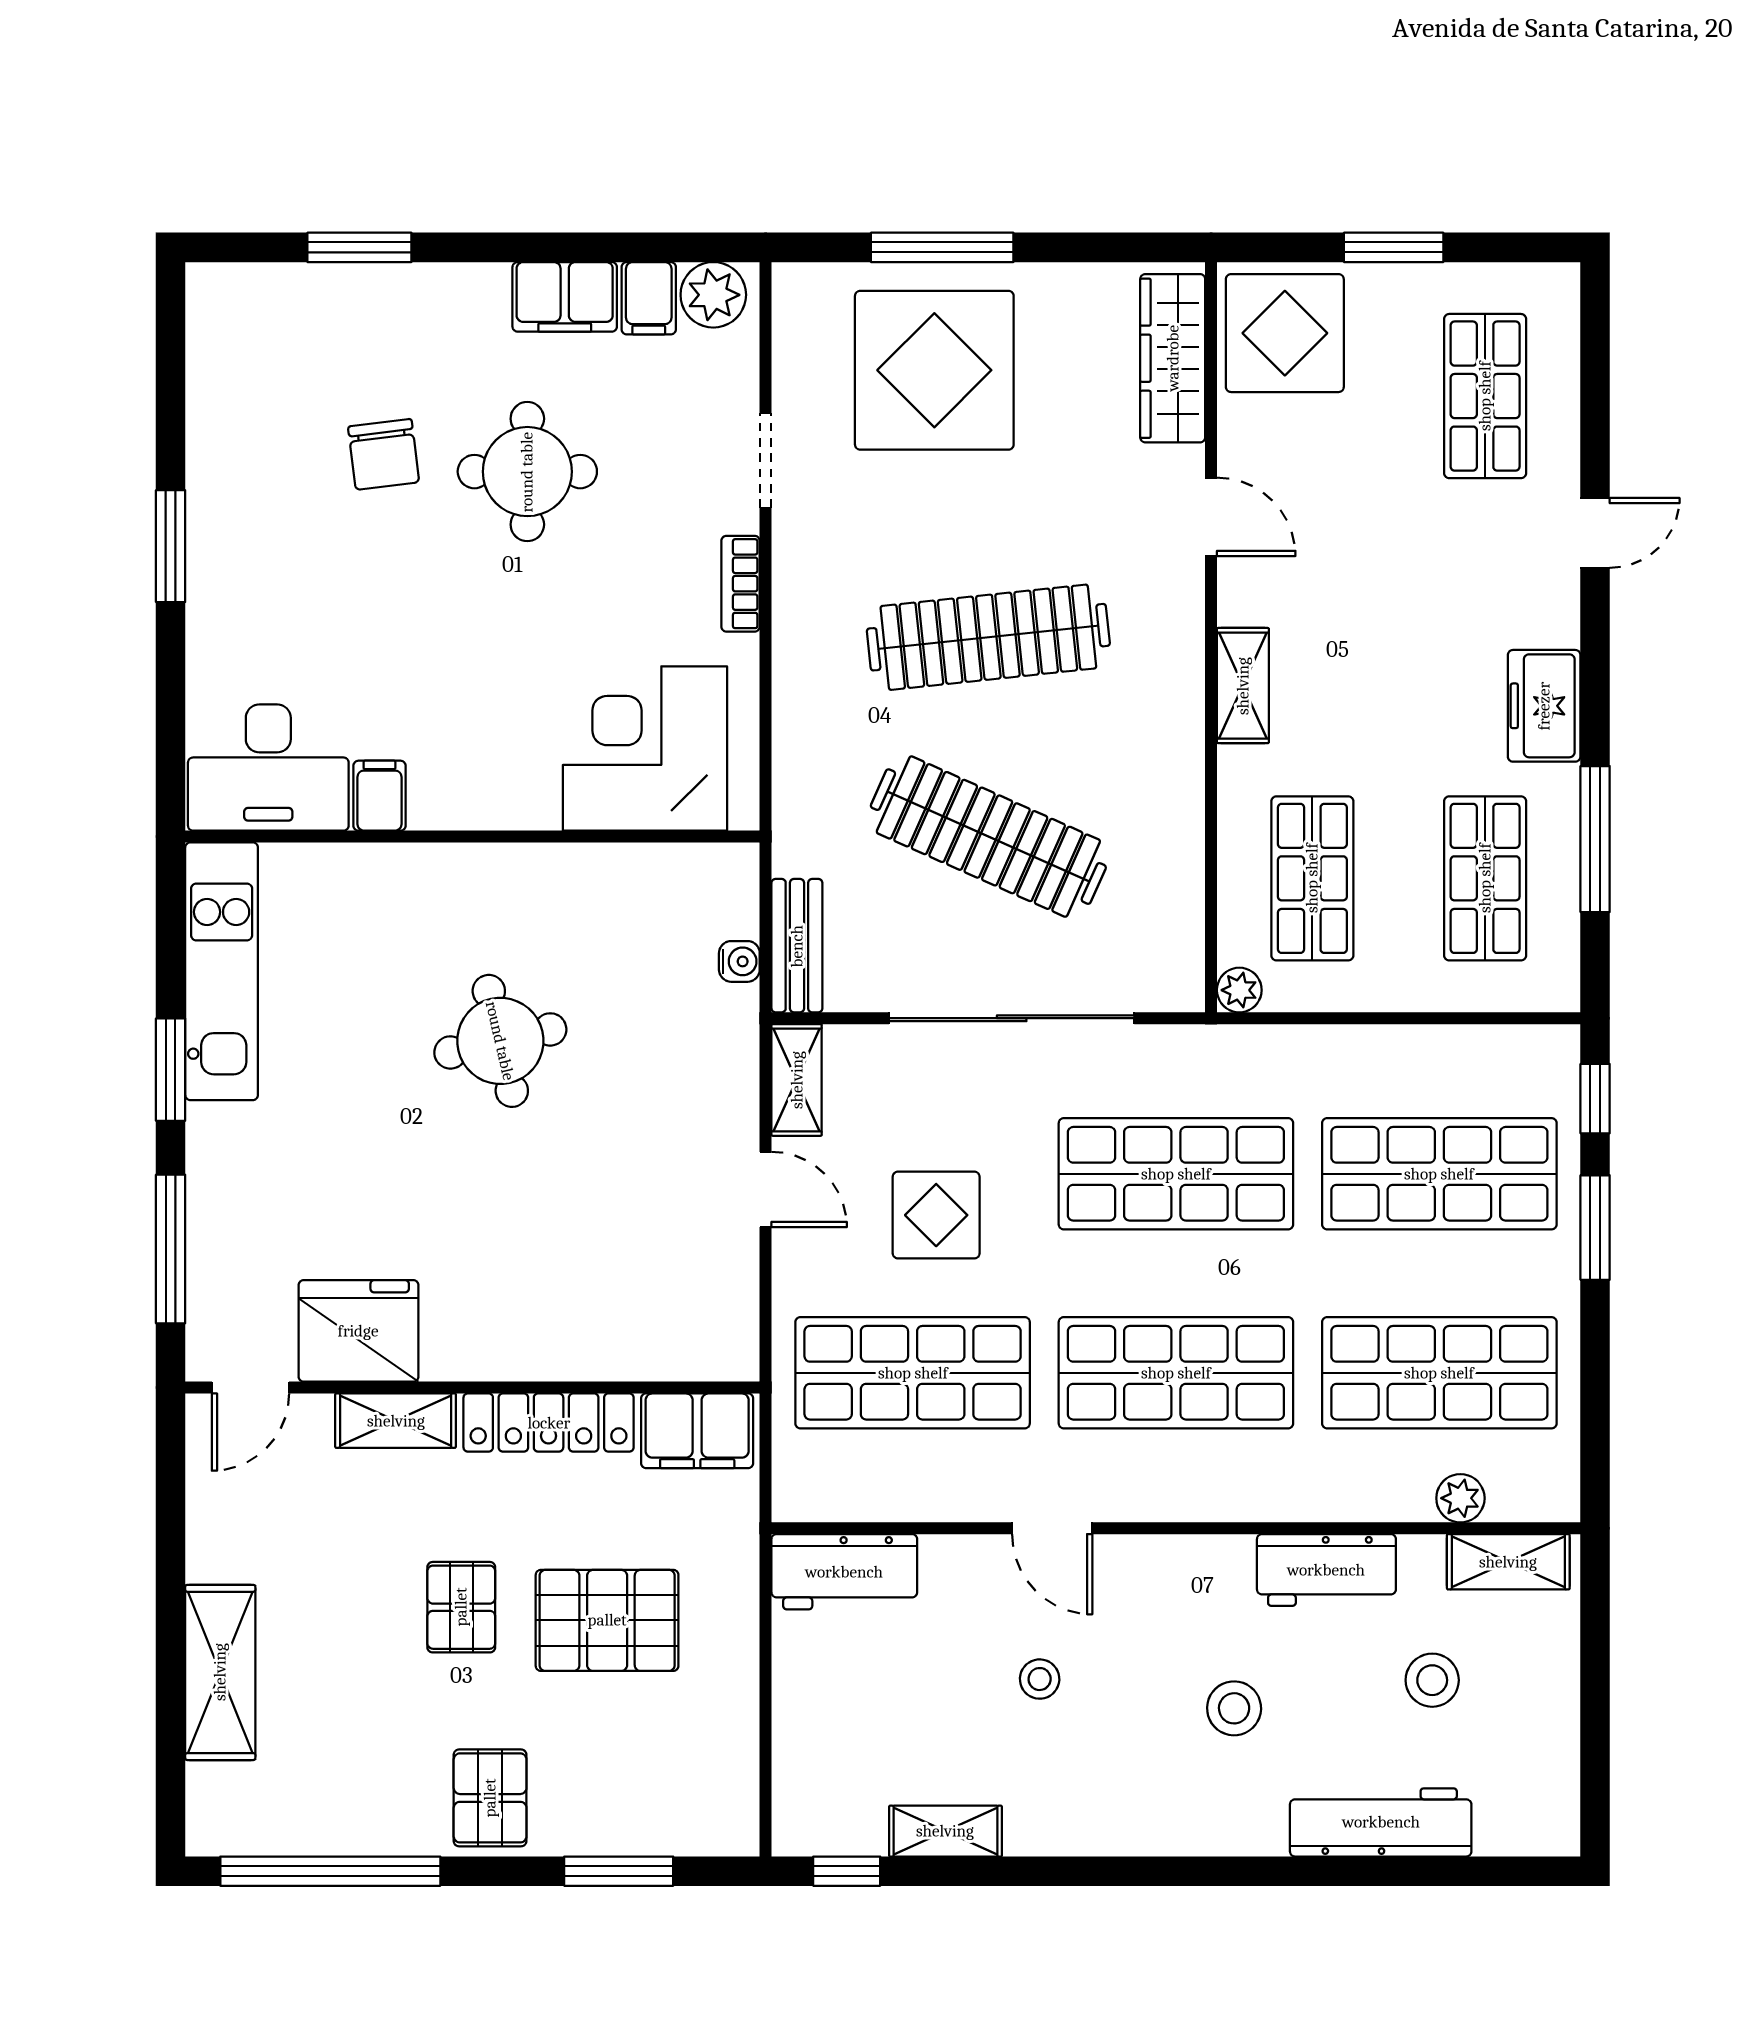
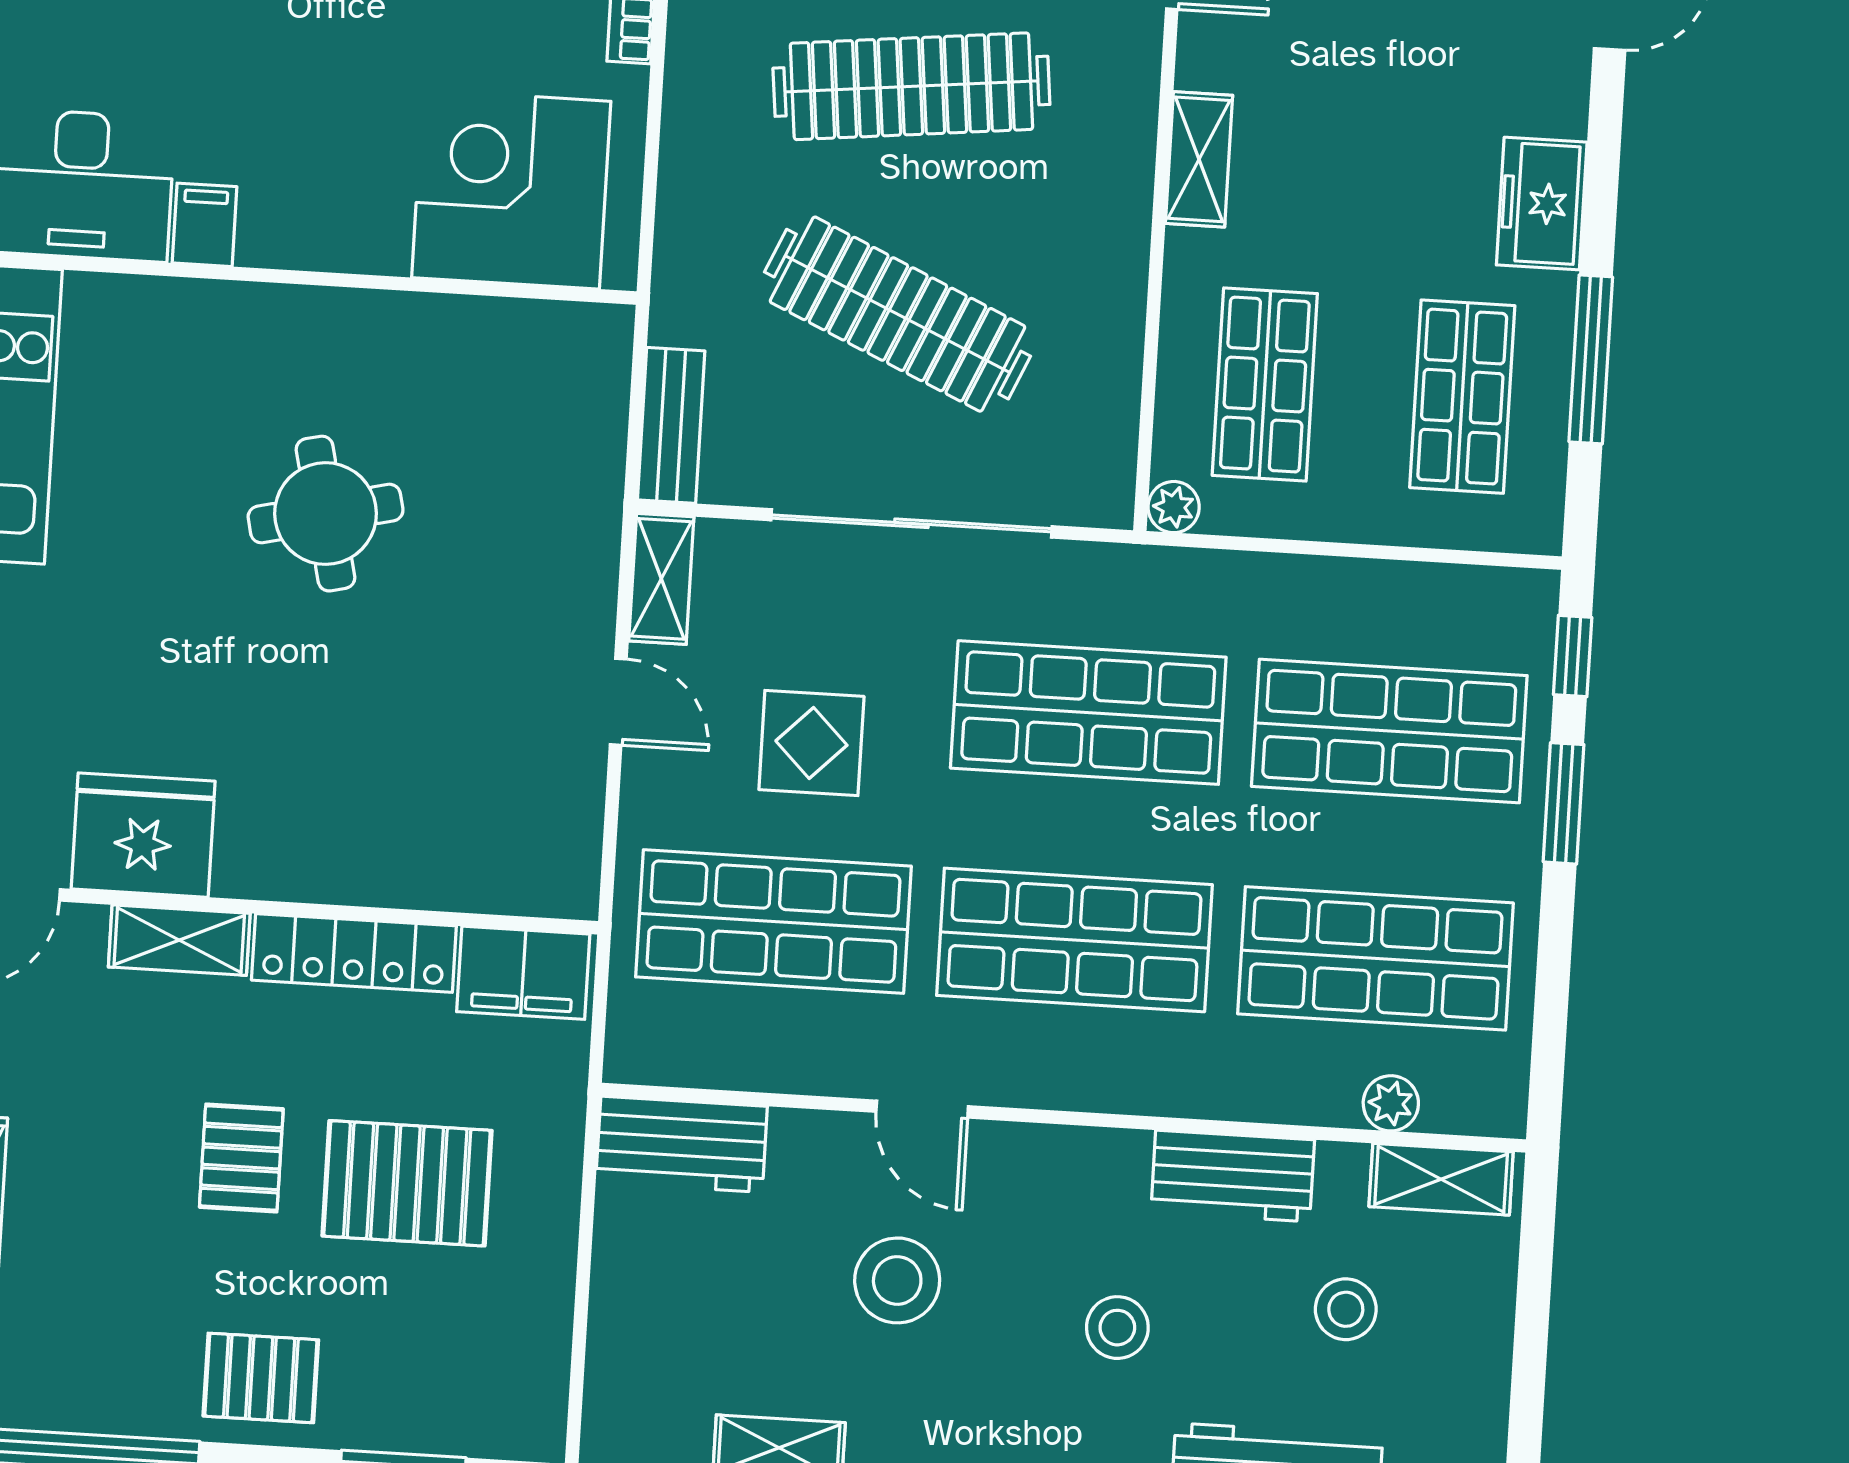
water cooler: (739, 961) -> (604, 439), removed
stool: (1040, 1679) -> (897, 1280), width x1.89, depth x1.89
pallet: (490, 1798) -> (261, 1378), turned 90

